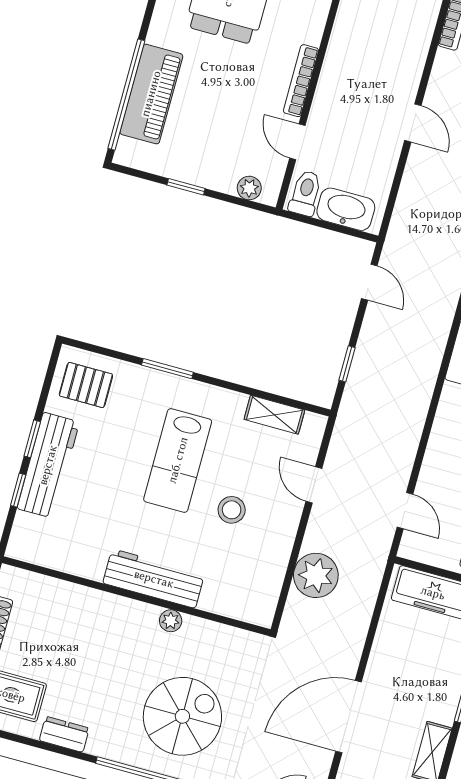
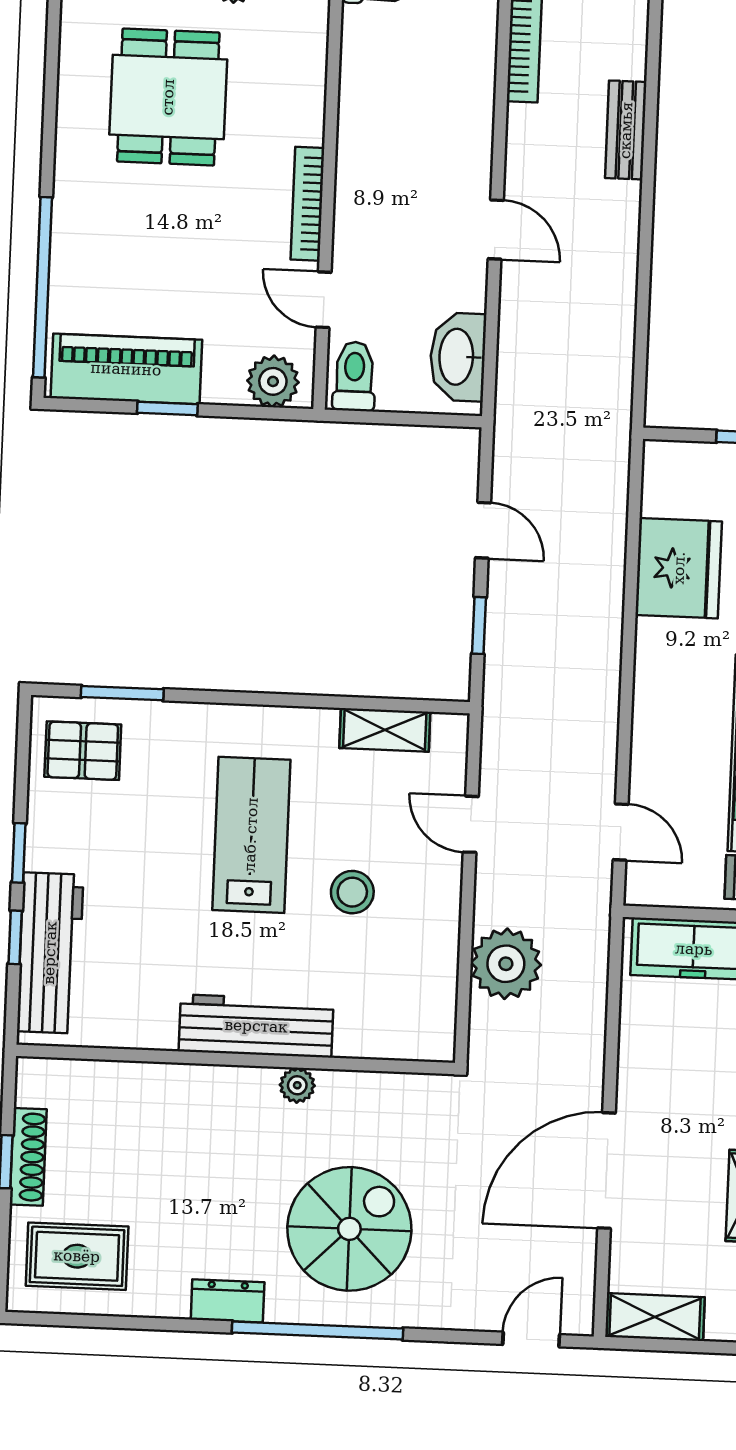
piano: (151, 94) -> (126, 369), moved, turned -90
plant: (249, 188) -> (273, 381), width x1.38, depth x1.38
washbasin: (346, 209) -> (458, 357), moved, turned -90
door: (369, 282) -> (483, 530), moved
window: (167, 369) -> (122, 693), moved
lab bench: (178, 460) -> (251, 835), turned 180
workbench: (48, 465) -> (50, 953), moved
dresser: (64, 734) -> (228, 1301), moved

